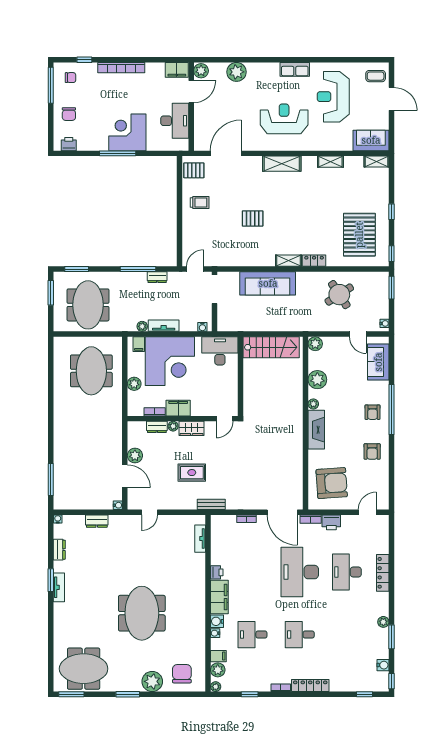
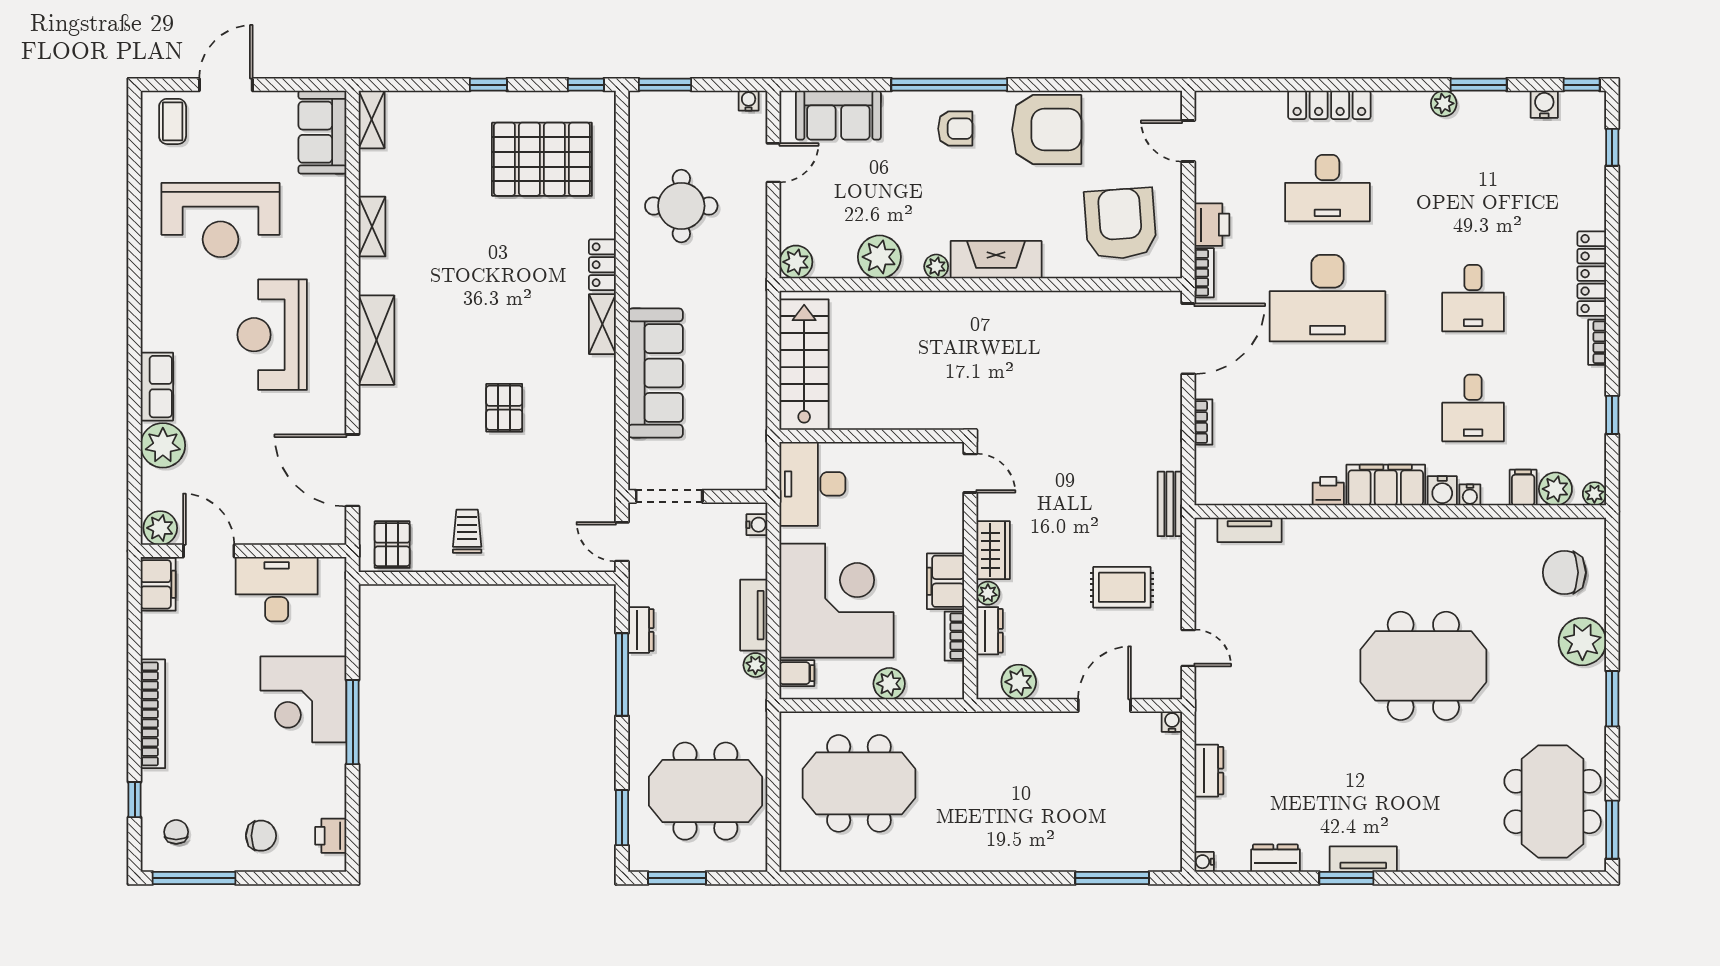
row of seats: (295, 69) -> (157, 387), moved
round table: (339, 295) -> (681, 206), turned 33
armchair: (372, 451) -> (1047, 130), width x1.88, depth x1.88
plant: (135, 456) -> (1019, 682), moved
rug: (192, 473) -> (1122, 587), moved, turned 90

